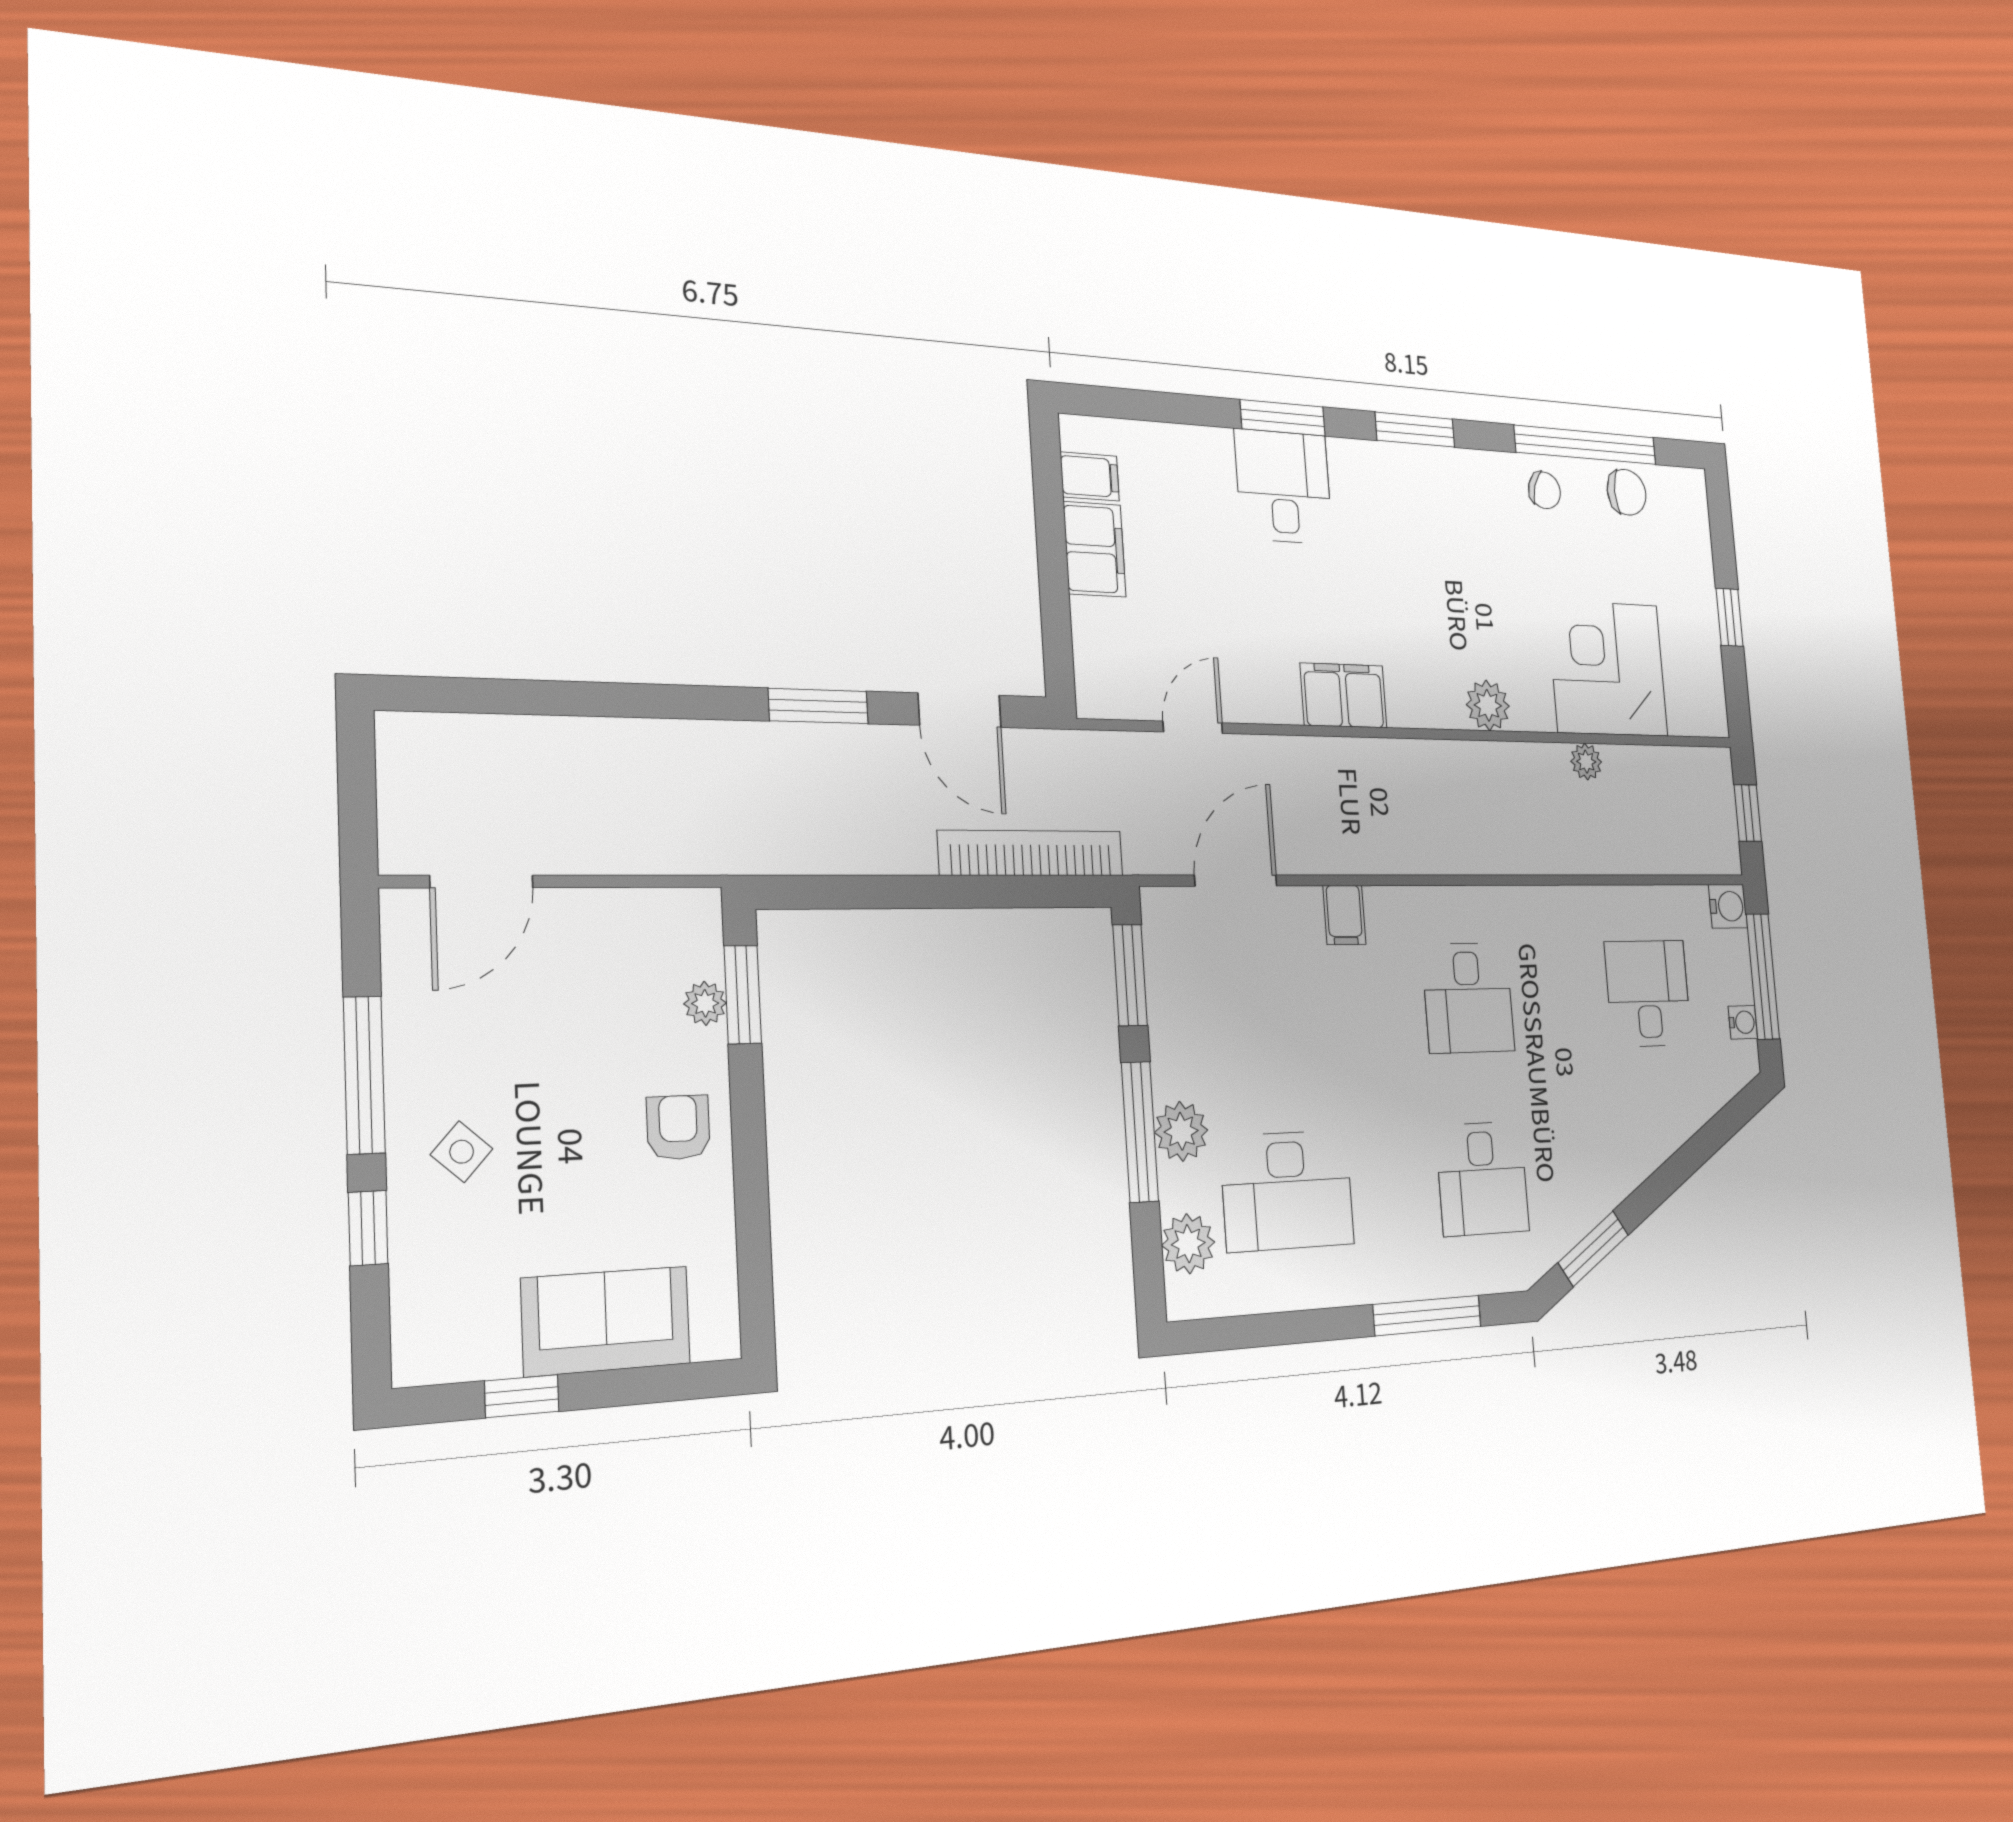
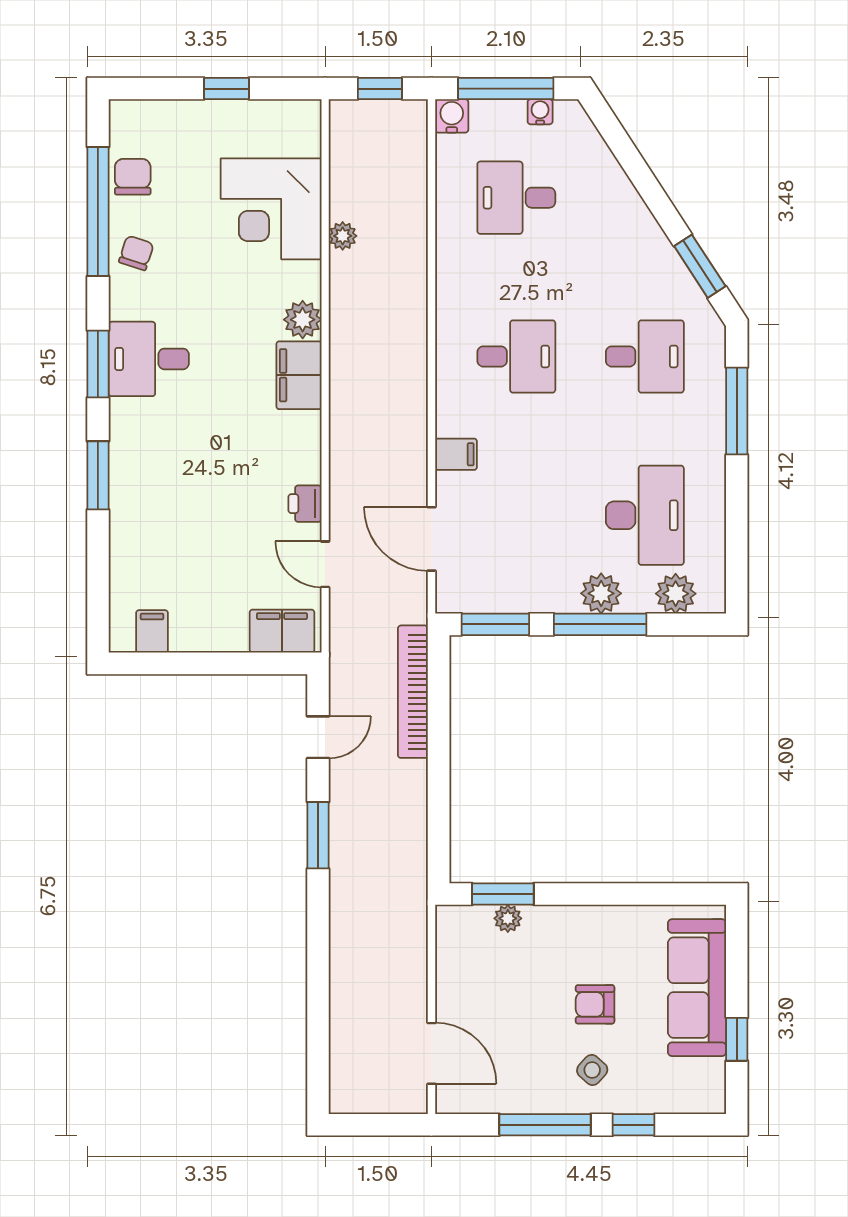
desk: (1284, 487) -> (149, 359), moved
filing cabinet: (1095, 549) -> (282, 631), moved
filing cabinet: (1344, 695) -> (299, 375), moved
printer: (1268, 701) -> (305, 504), added
door: (960, 710) -> (318, 737), width x0.73
armchair: (678, 1127) -> (595, 1004), moved
sofa: (606, 1321) -> (697, 988), width x1.36

